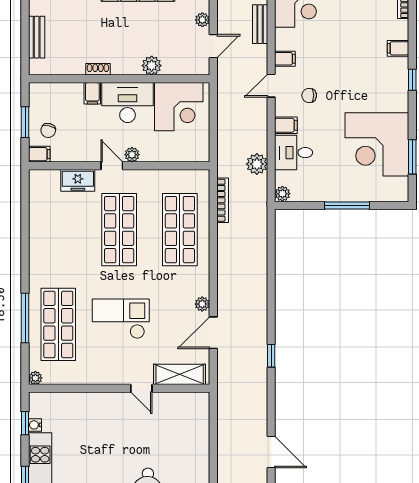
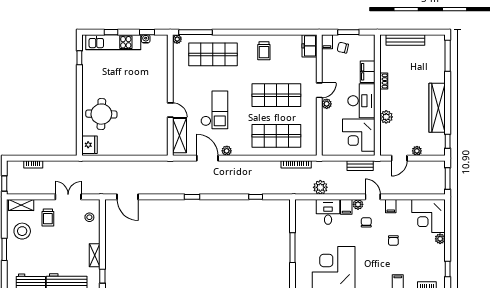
bench: (260, 24) -> (360, 166), moved
bench: (37, 37) -> (405, 40), width x1.36
door: (213, 46) -> (399, 158), hinge flipped
chair: (336, 55) -> (393, 241), added
filing cabinet: (92, 93) -> (368, 72), width x2.00
freezer: (78, 180) -> (309, 46), moved
plant: (282, 194) -> (358, 204), moved
trolley: (53, 248) -> (264, 51), added
window: (271, 261) -> (256, 197), added
window: (25, 318) -> (195, 32), moved
checkout: (121, 319) -> (214, 110), moved
door: (141, 388) -> (170, 110), swing flipped
door: (271, 452) -> (128, 197), hinge flipped

